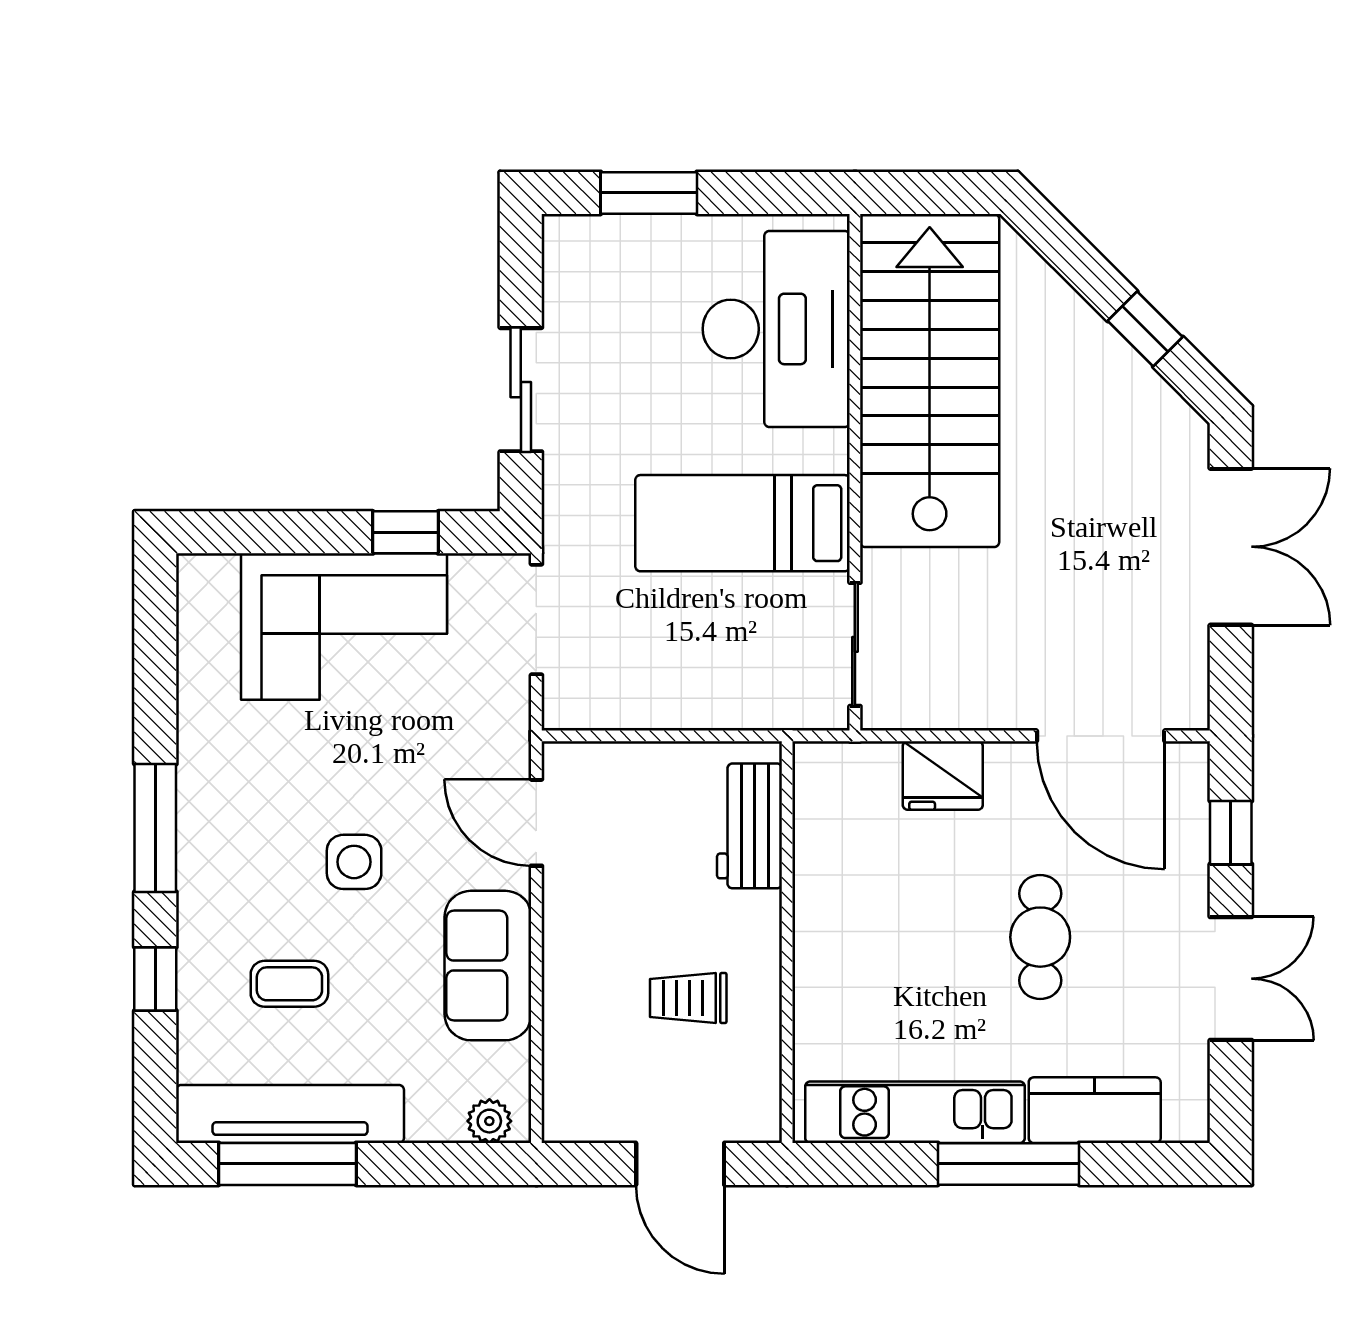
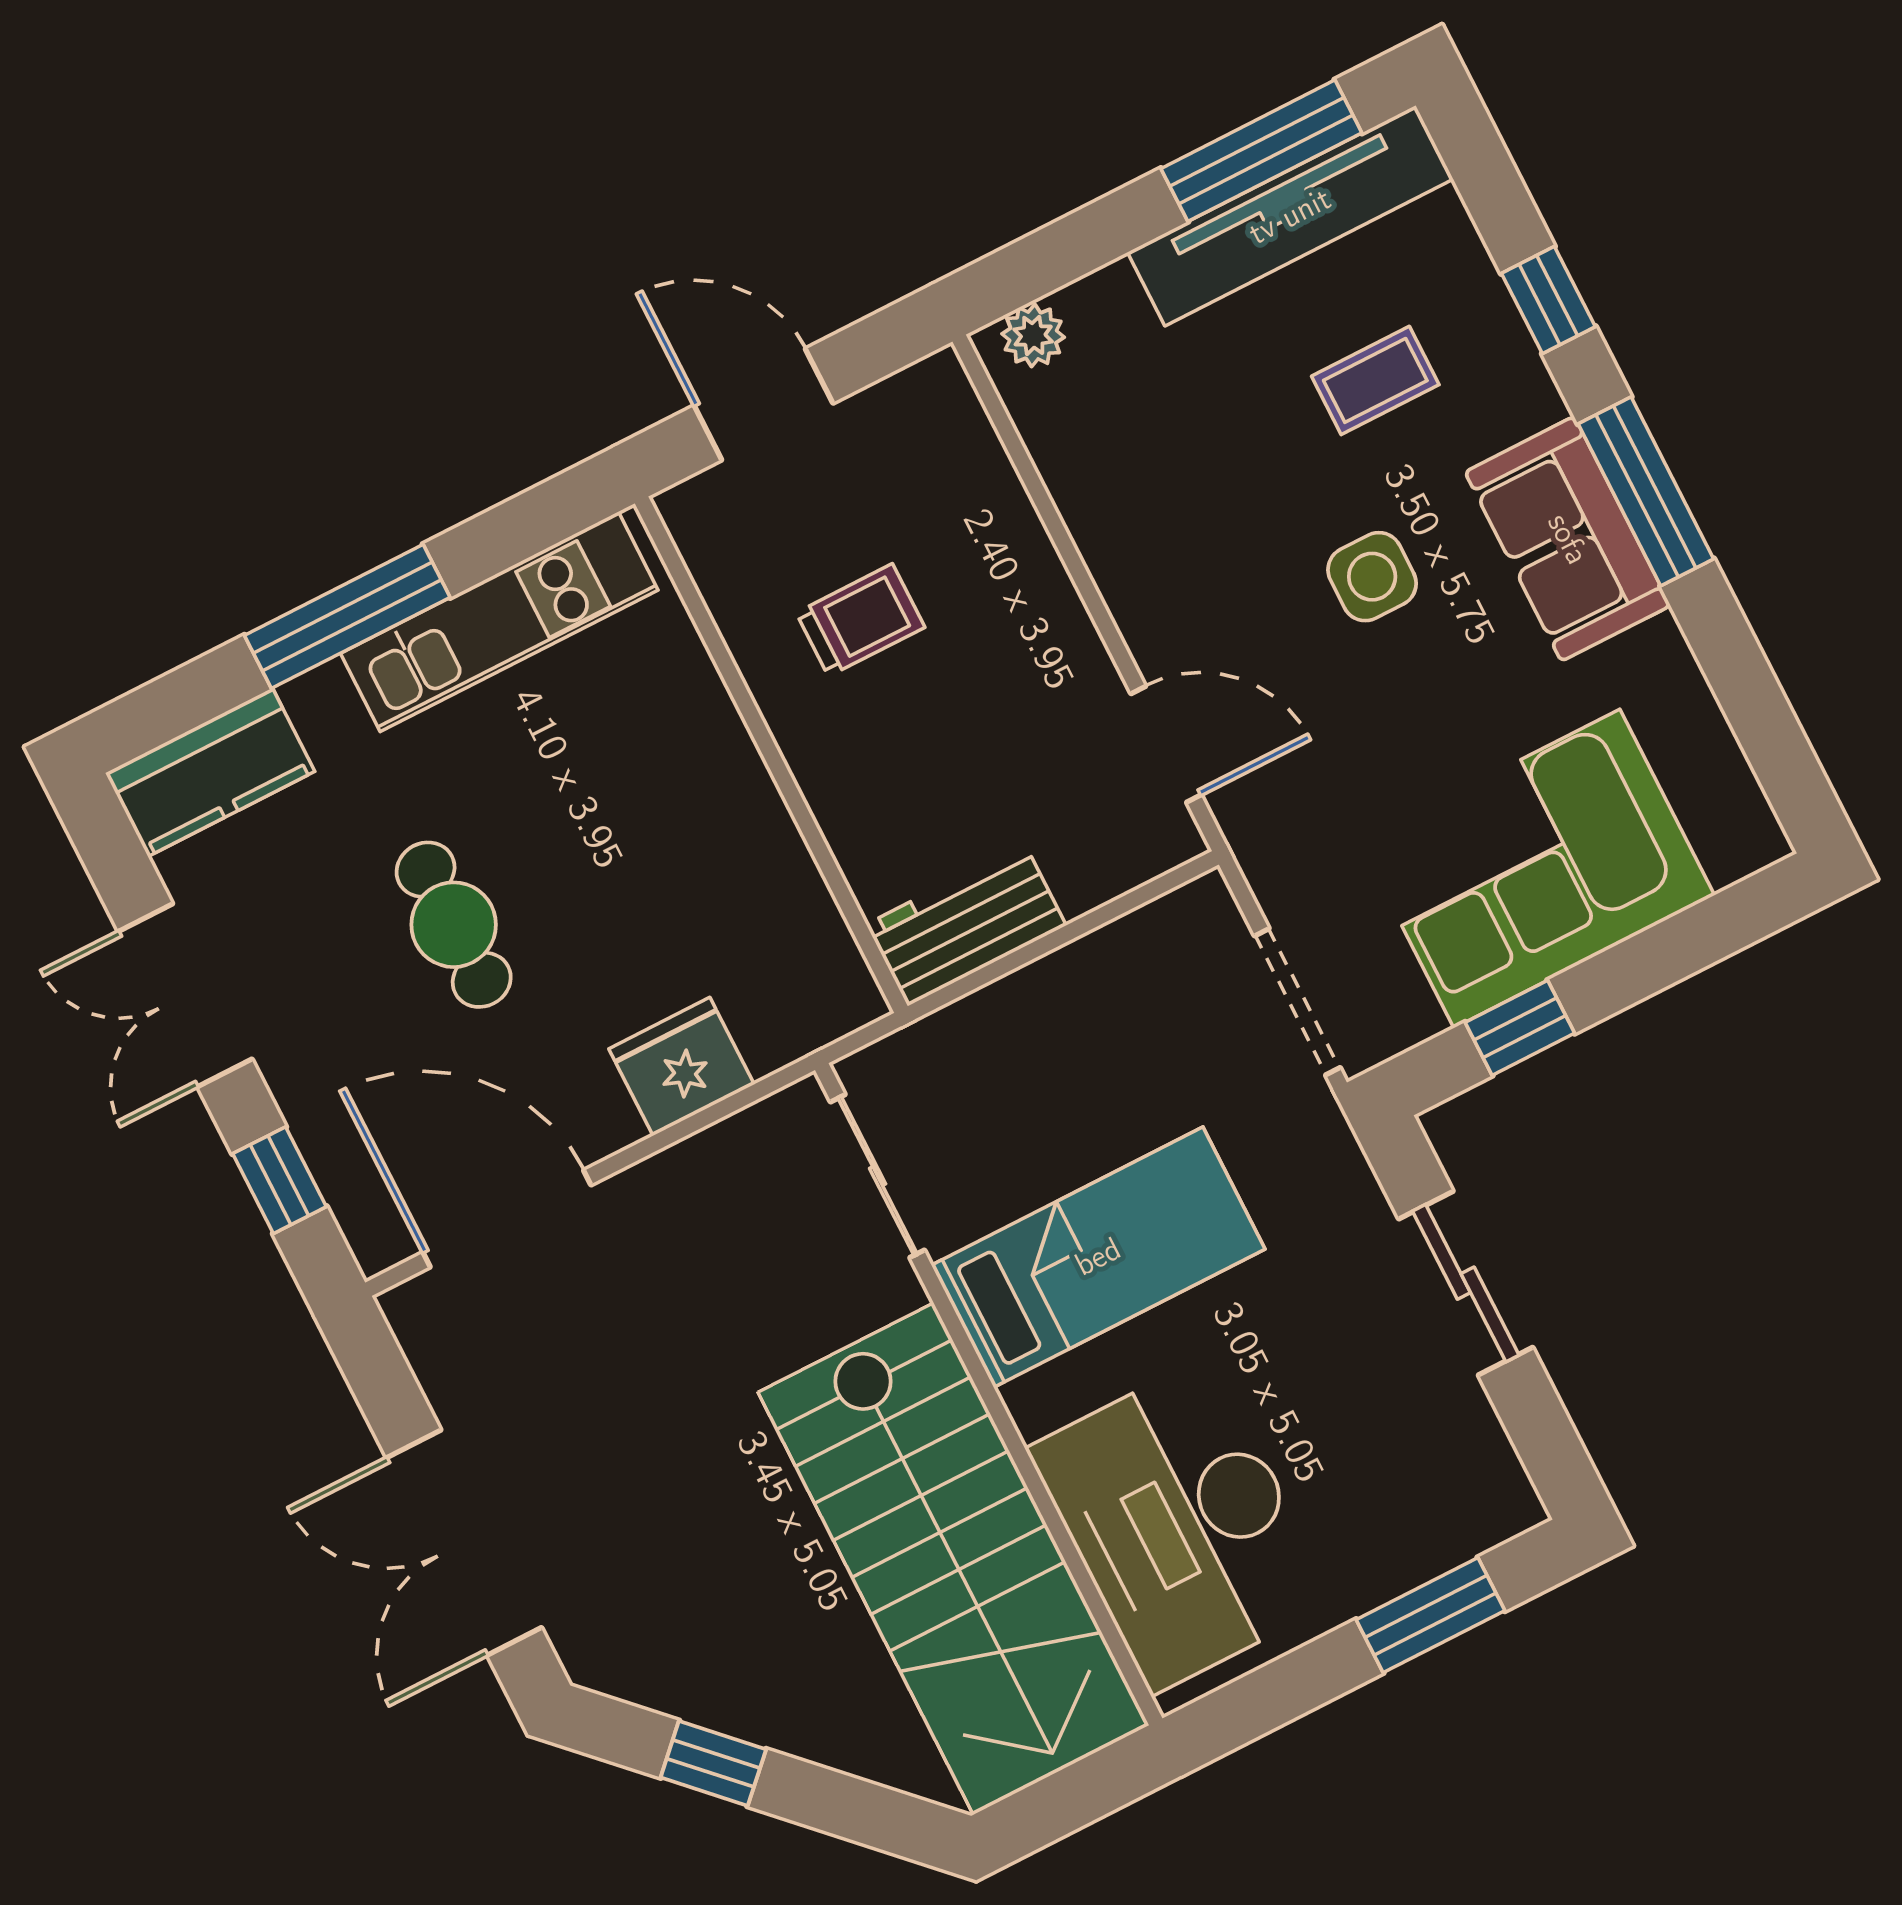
workbench: (750, 826) -> (966, 925), moved, turned -90
sofa: (488, 966) -> (1568, 539), moved, turned 180
kitchen counter: (1095, 1110) -> (210, 772), moved

